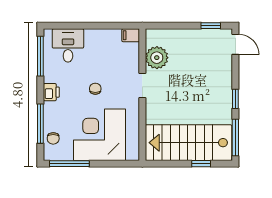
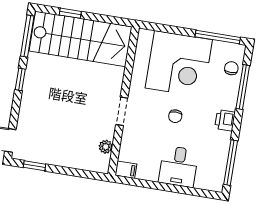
desk: (68, 45) -> (178, 166), moved
plant: (157, 58) -> (106, 147), width x0.53, depth x0.53

